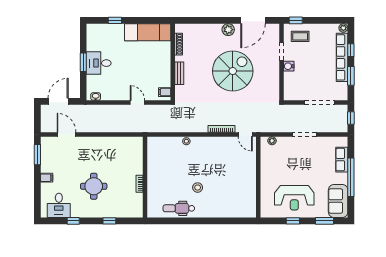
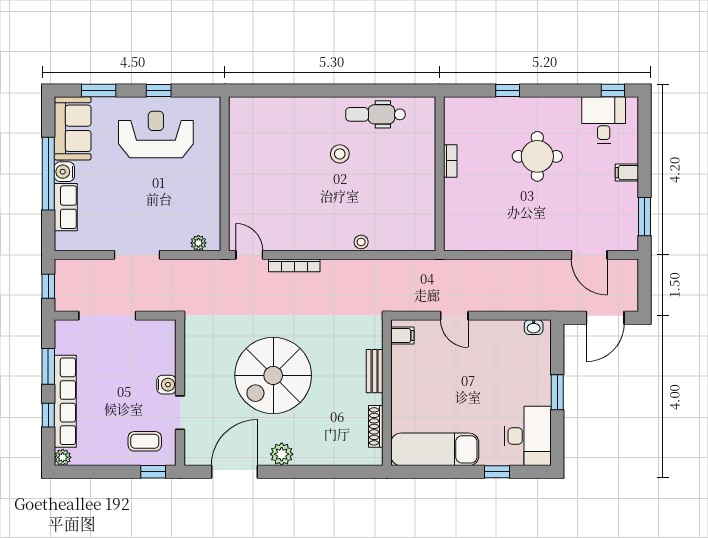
desk: (99, 63) -> (528, 436), moved, width x1.37
water cooler: (342, 178) -> (64, 172), added
dental chair: (179, 208) -> (375, 114), turned 180
window: (73, 221) -> (613, 91), moved

